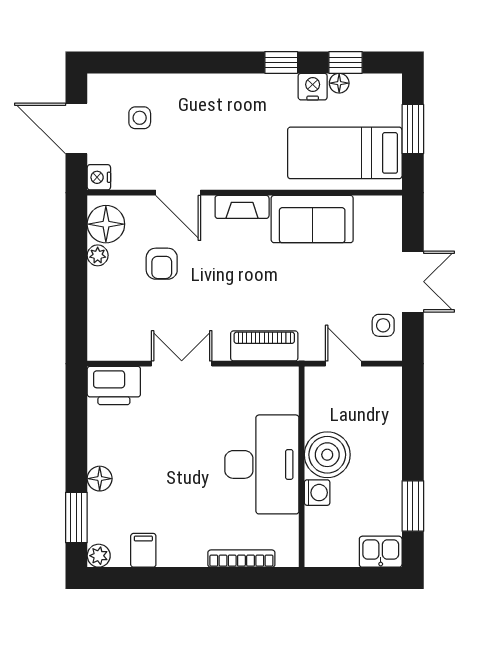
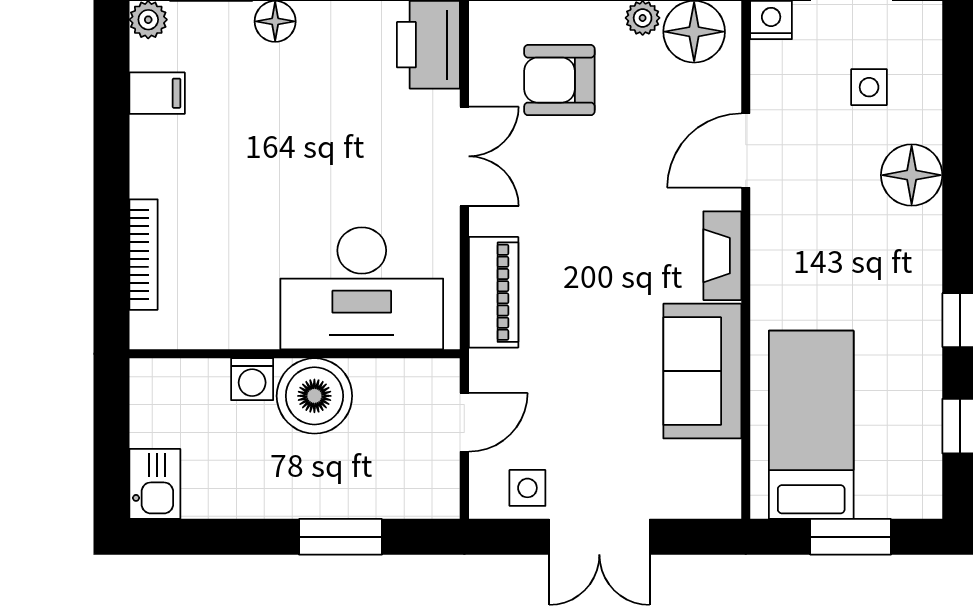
floor lamp: (339, 83) -> (912, 175), moved, width x1.89, depth x1.89
nightstand: (313, 87) -> (920, 372), removed
armchair: (162, 264) -> (559, 80), moved, width x1.38, depth x1.38
desk: (262, 464) -> (362, 288), moved
window: (413, 506) -> (340, 537), moved

